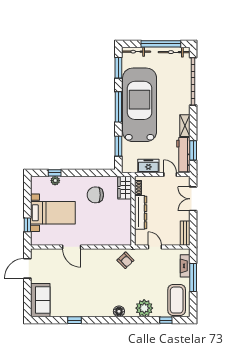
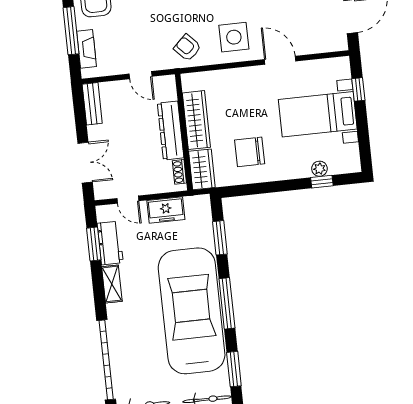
car: (140, 105) -> (192, 311), turned 180
workbench: (183, 155) -> (110, 243), width x0.73
chair: (95, 195) -> (250, 152), turned 180
wardrobe: (125, 217) -> (196, 120), added
side table: (97, 264) -> (234, 37), added

